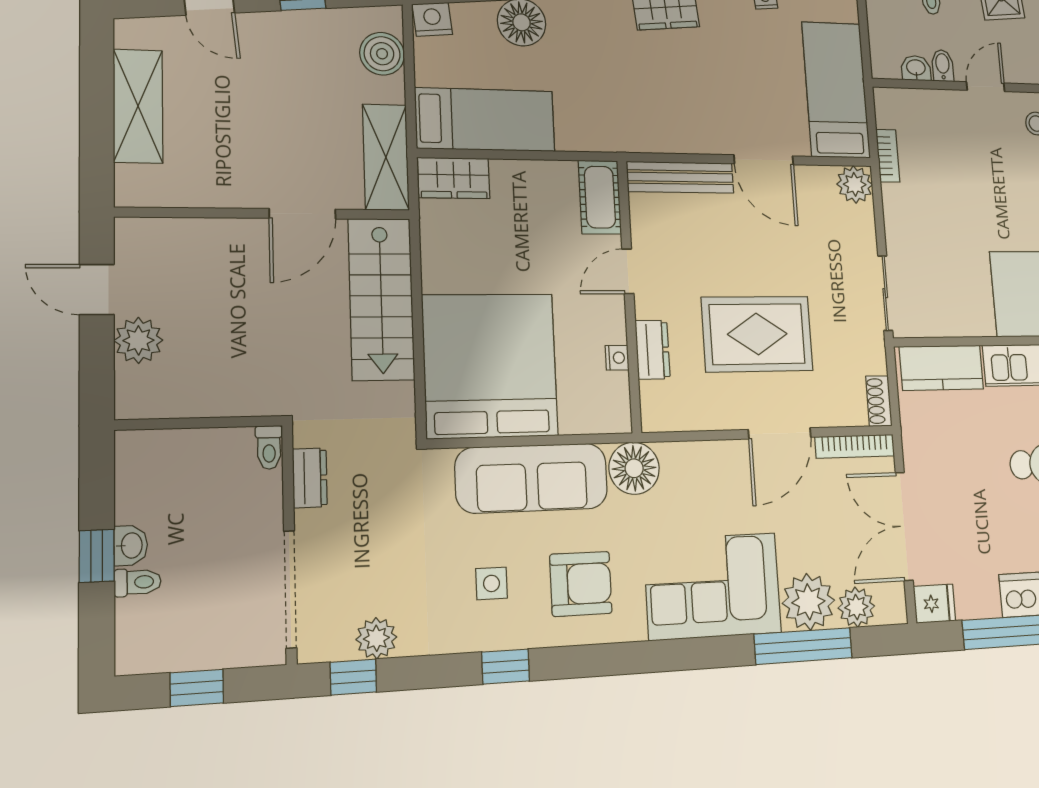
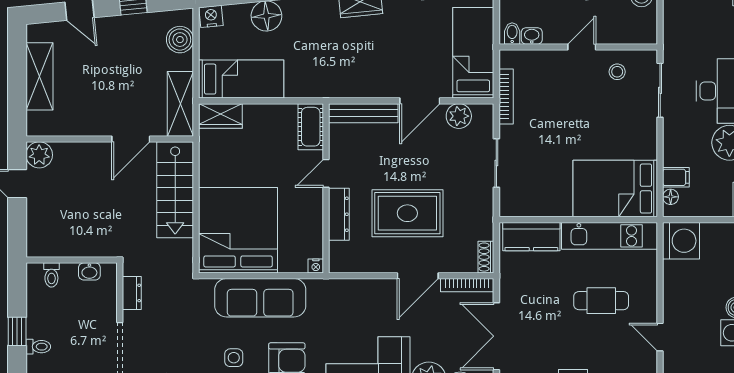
bidet: (943, 66) -> (512, 33), moved
bookcase: (888, 156) -> (506, 96), width x1.56
door: (764, 160) -> (420, 101), hinge flipped
plant: (855, 184) -> (459, 116), moved
sliding door: (885, 293) -> (496, 163), moved
plant: (138, 340) -> (39, 155), moved
dresser: (653, 350) -> (339, 214), width x1.44
nightstand: (617, 358) -> (316, 266), moved, turned 90
toilet: (269, 447) -> (51, 275), moved
floor lamp: (634, 468) -> (323, 294), removed
washbasin: (131, 545) -> (89, 271), moved, turned 90

